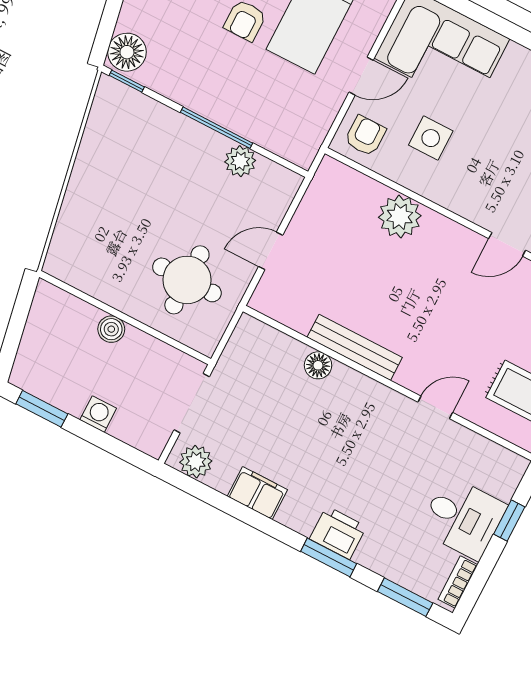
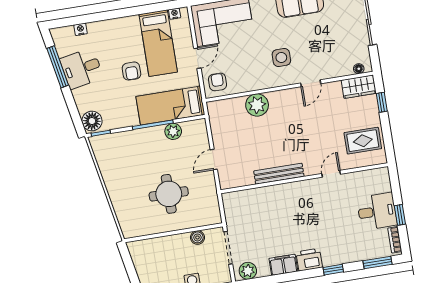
bed: (266, 118) -> (170, 106), added
side table: (431, 138) -> (281, 58), moved
round table: (187, 280) -> (169, 194), moved
boiler: (111, 329) -> (197, 237), moved
floor lamp: (318, 365) -> (269, 193), removed
window: (509, 521) -> (400, 215), moved
printer: (338, 533) -> (309, 260), moved
window: (329, 557) -> (333, 270), width x0.67

